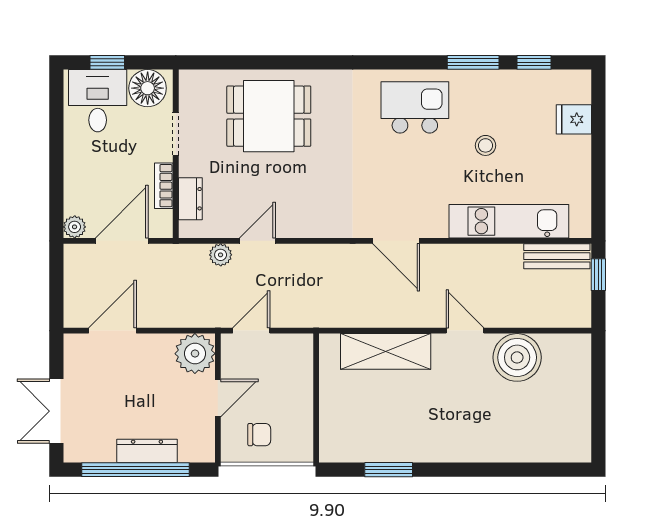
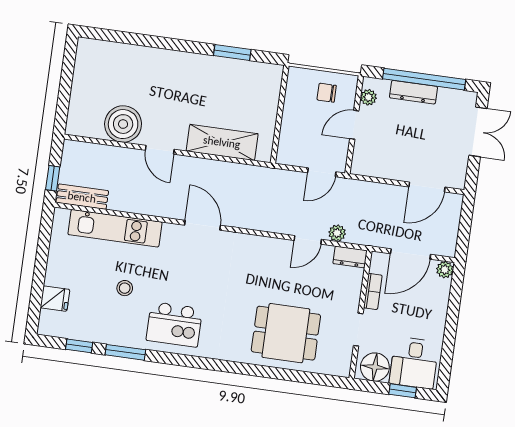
dresser: (190, 199) -> (350, 257), moved, turned -90
plant: (195, 354) -> (368, 97), moved, width x0.53, depth x0.53

